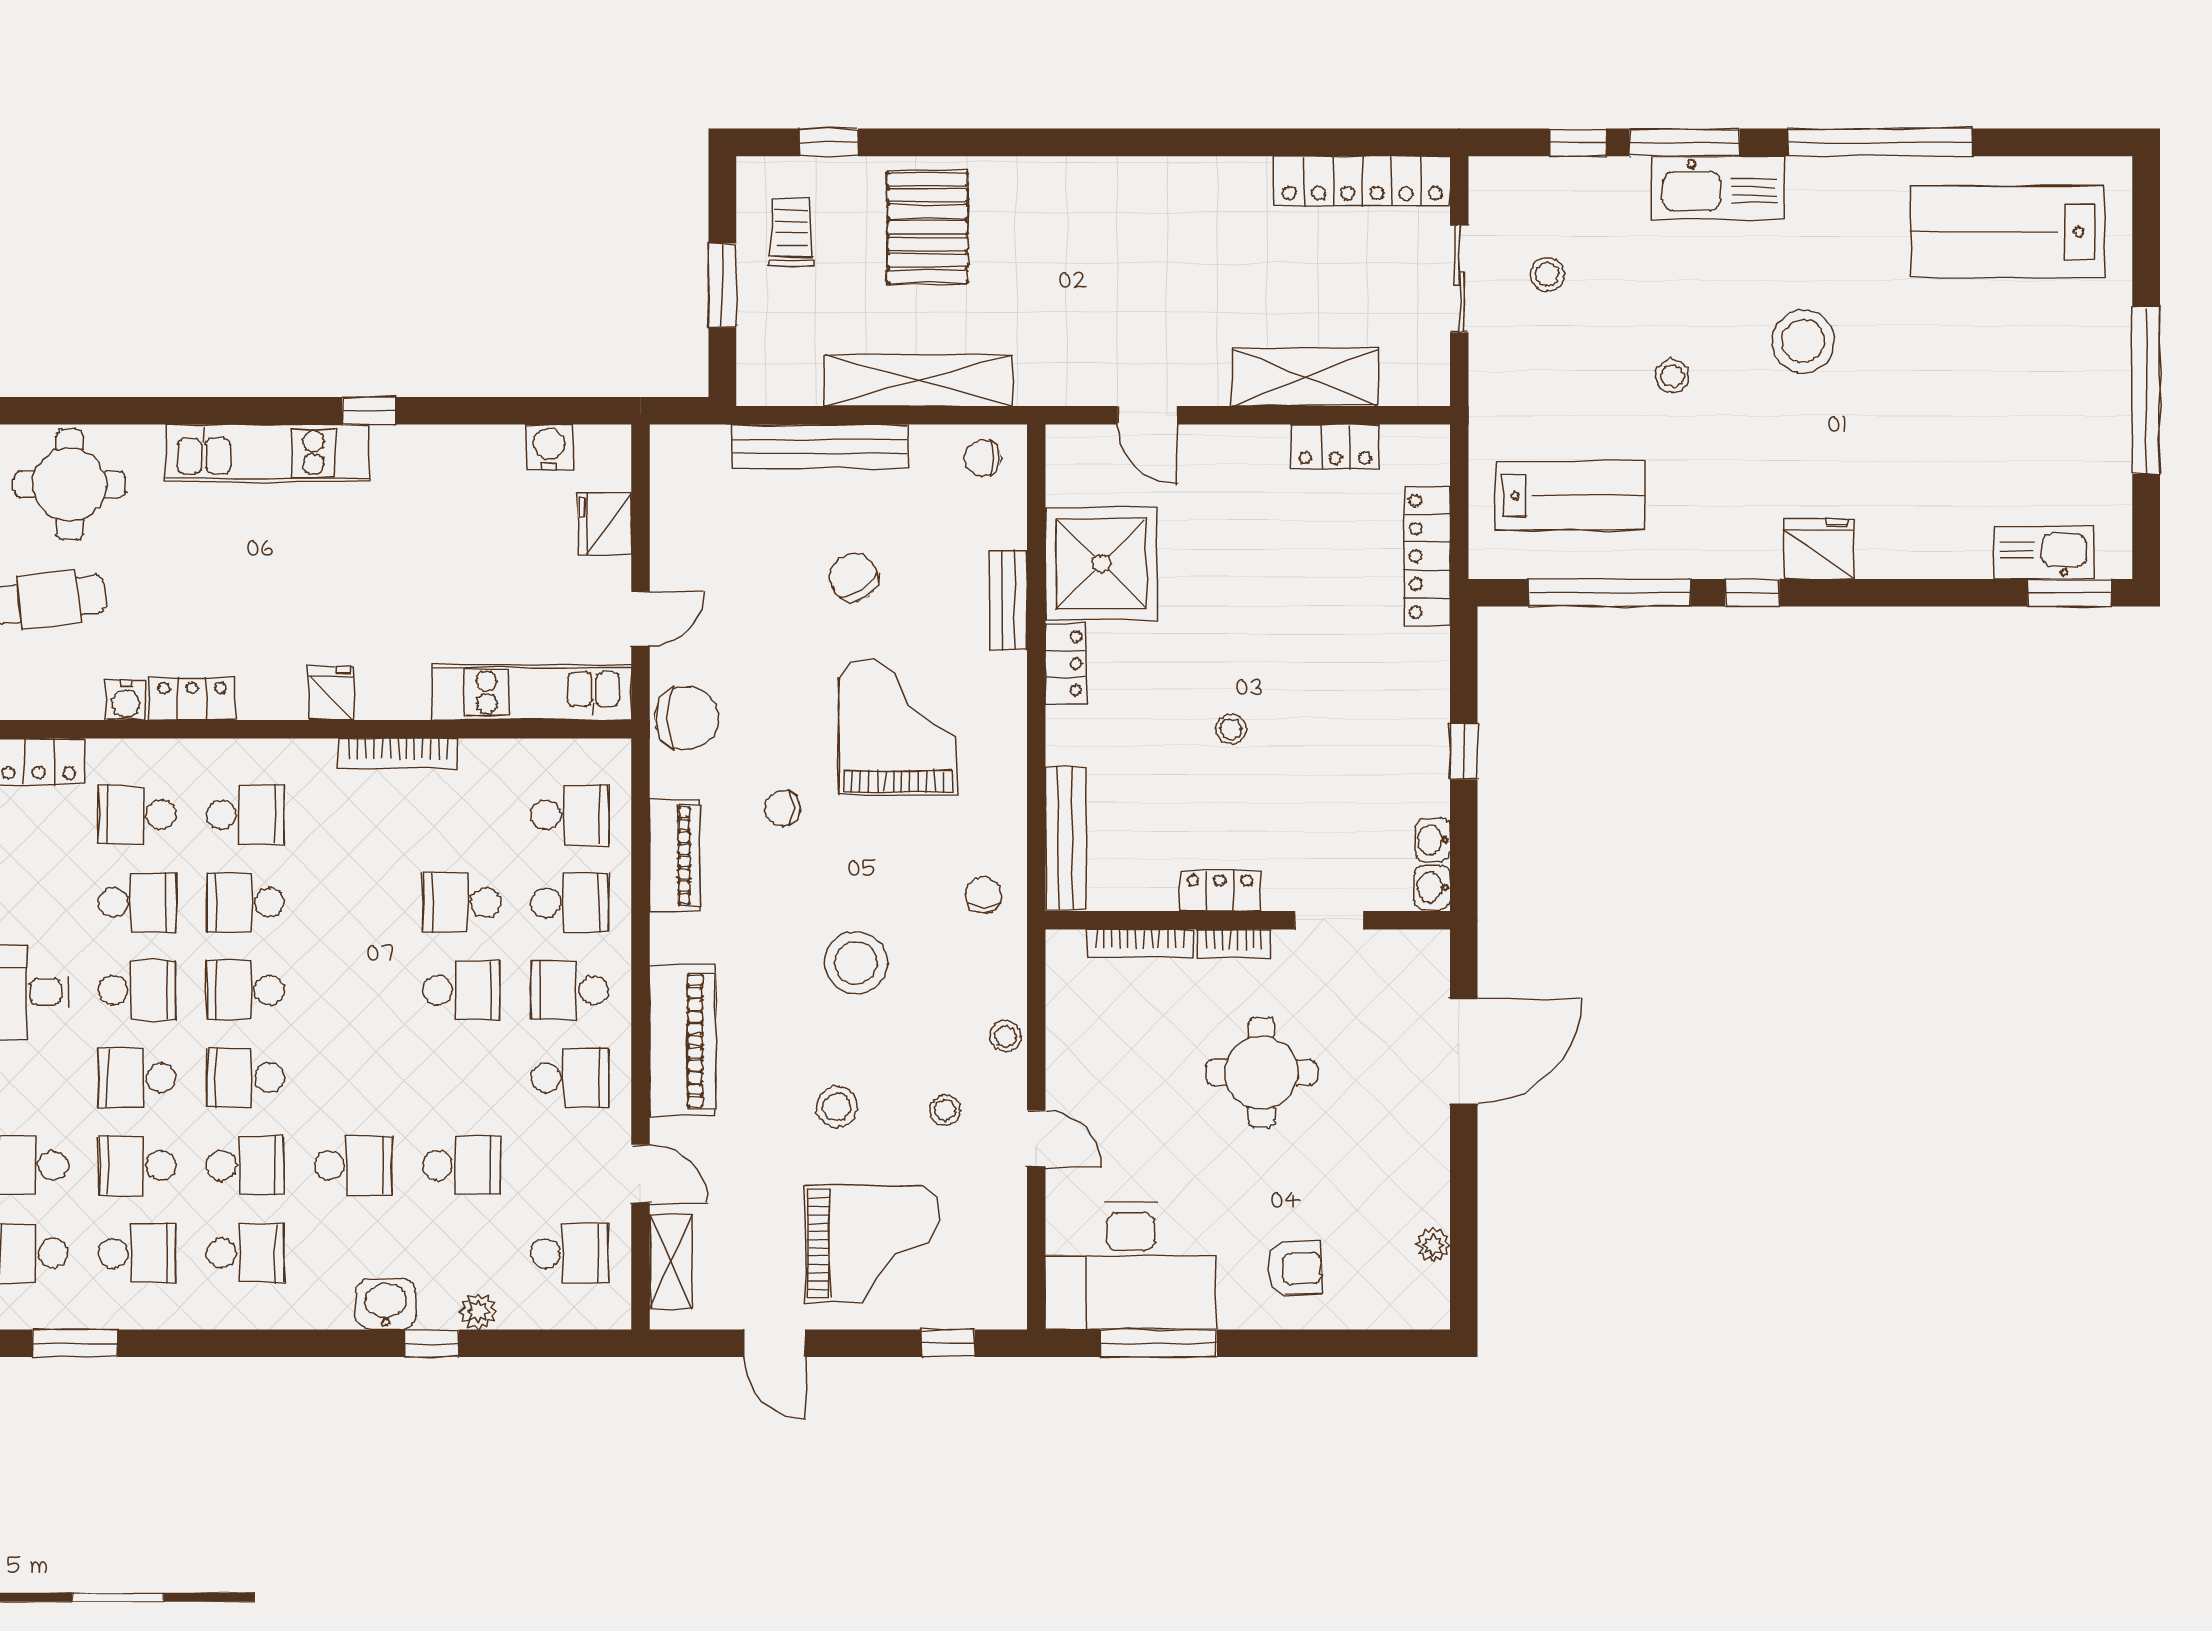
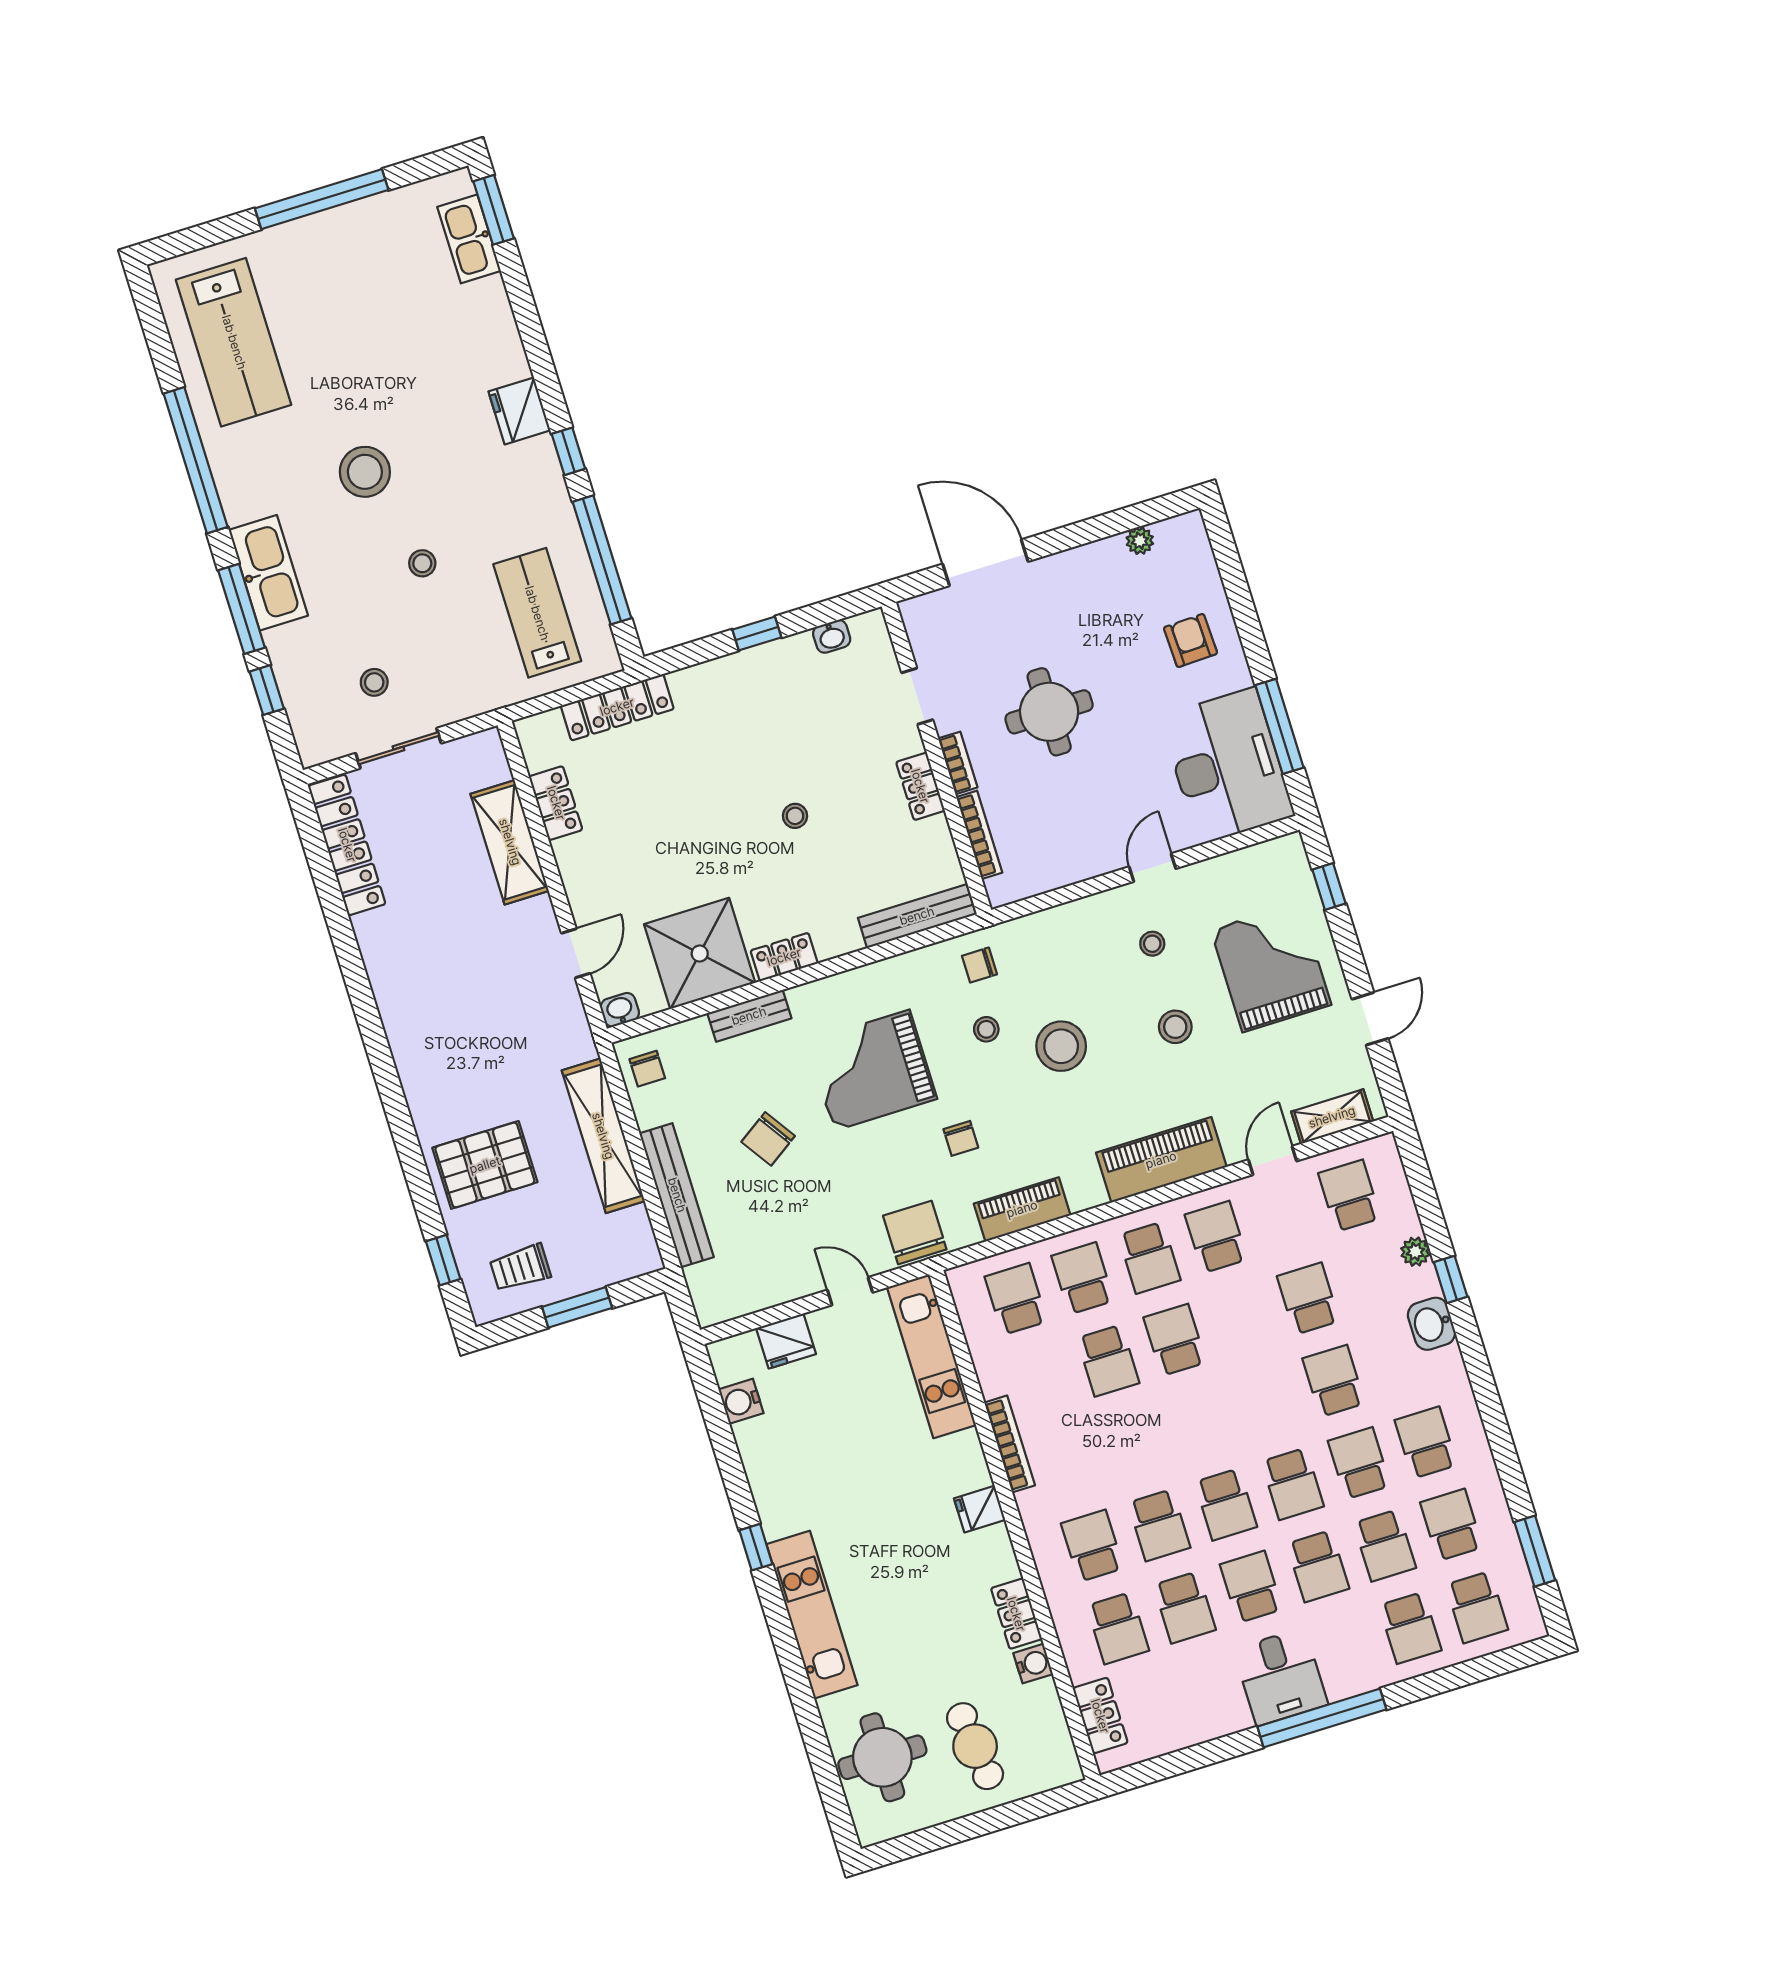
washbasin: (1432, 887) -> (620, 1010), moved, turned 180
school desk: (137, 902) -> (1185, 1607), turned 180
stool: (1006, 1036) -> (986, 1029), moved

